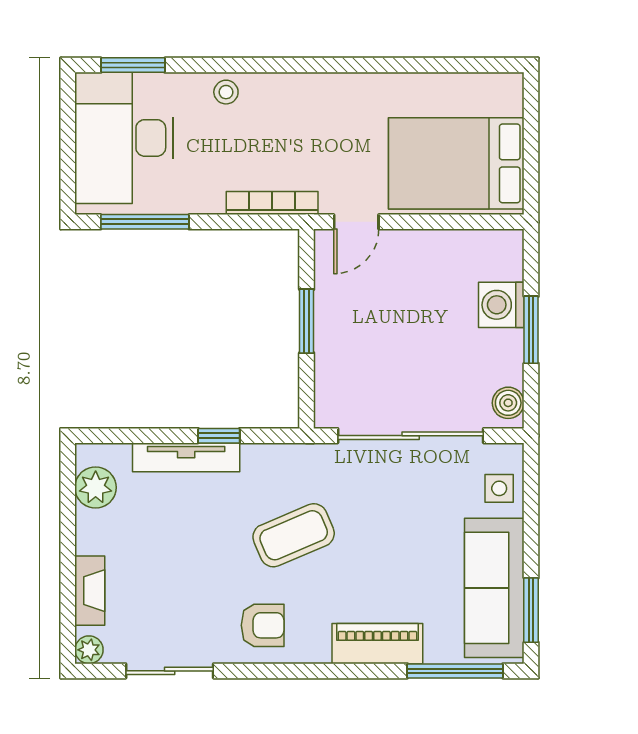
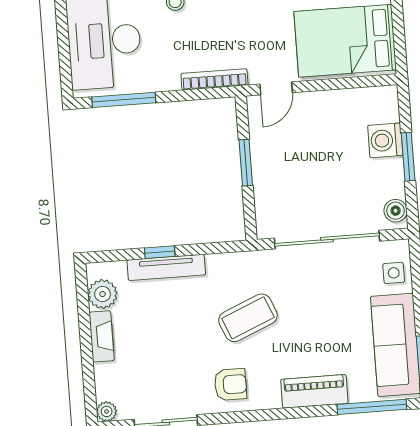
window: (219, 436) -> (160, 252), moved
fireplace: (90, 591) -> (102, 336), moved

